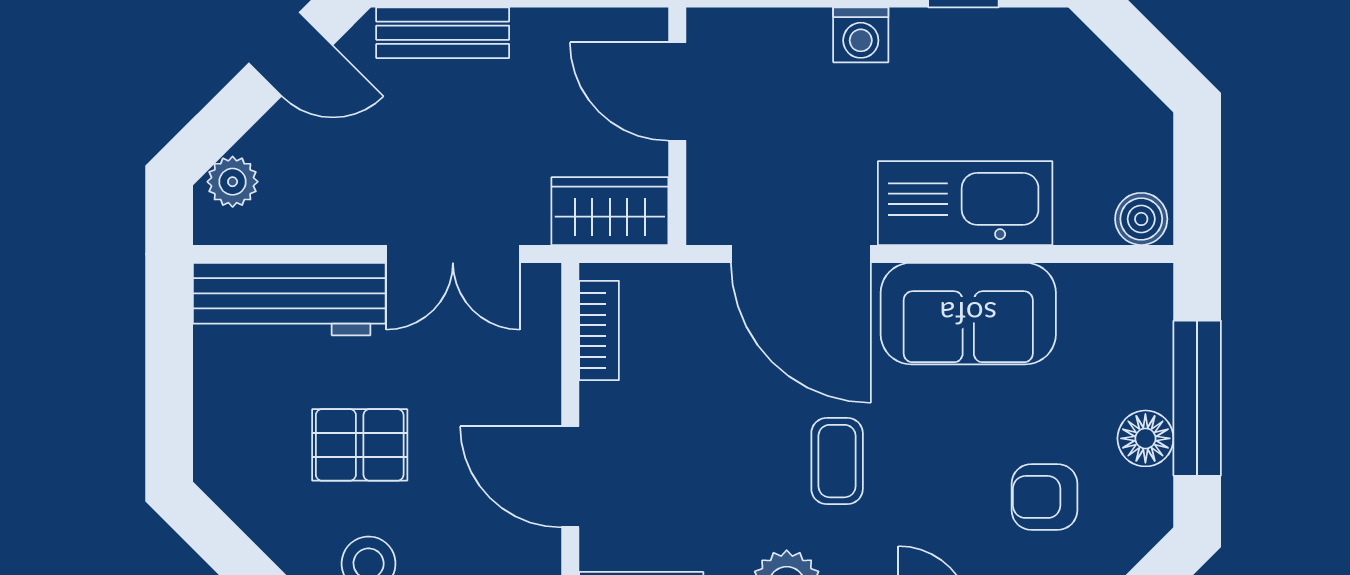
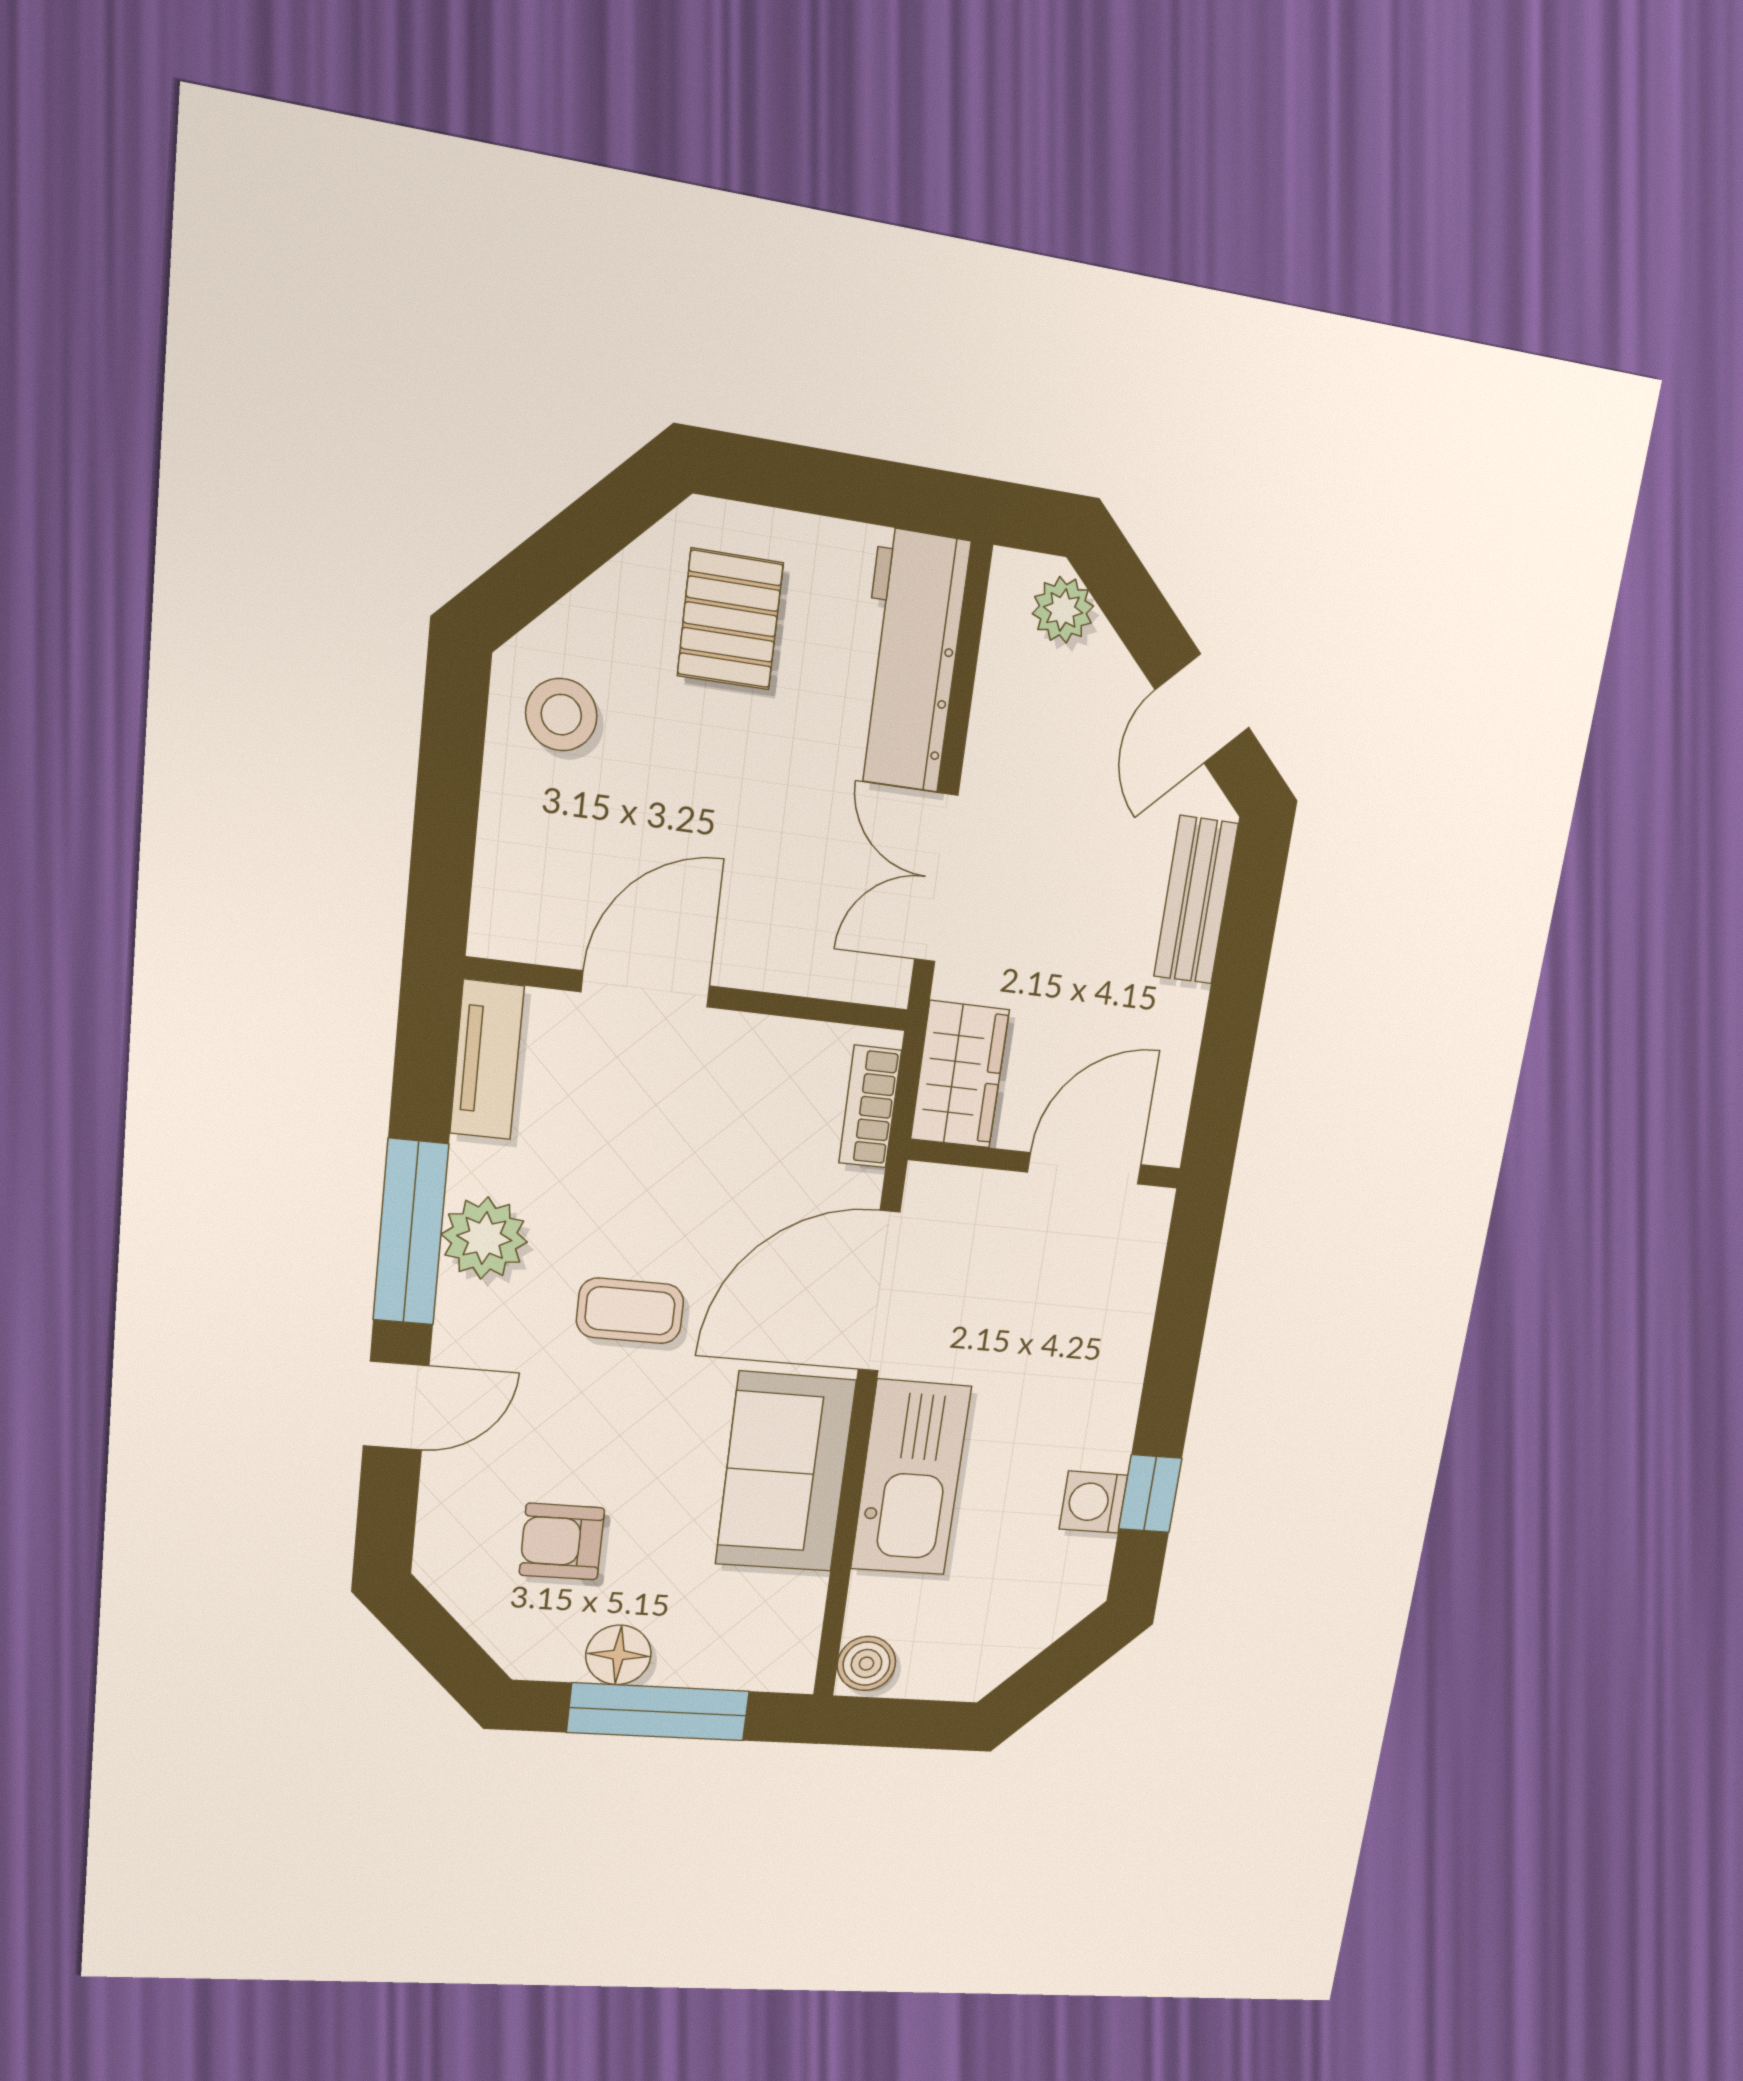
washing machine: (861, 35) -> (1093, 1502), moved
bookcase: (599, 331) -> (870, 1107), moved, turned 90
pallet: (360, 445) -> (730, 619), moved
armchair: (1044, 497) -> (562, 1542), turned -90

